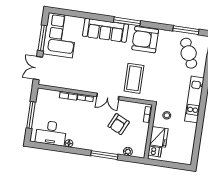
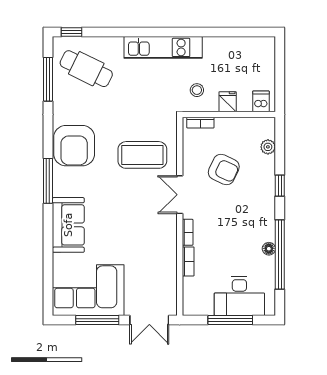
sofa: (106, 30) -> (68, 225), width x0.73
cafe table: (189, 53) -> (86, 69), turned 49
double door: (108, 96) -> (180, 195), swing flipped
desk: (51, 133) -> (239, 296), moved, turned 90
fridge: (159, 137) -> (228, 102), width x0.53, depth x0.75
window: (65, 149) -> (280, 254), added
window: (104, 155) -> (280, 186), width x0.46

